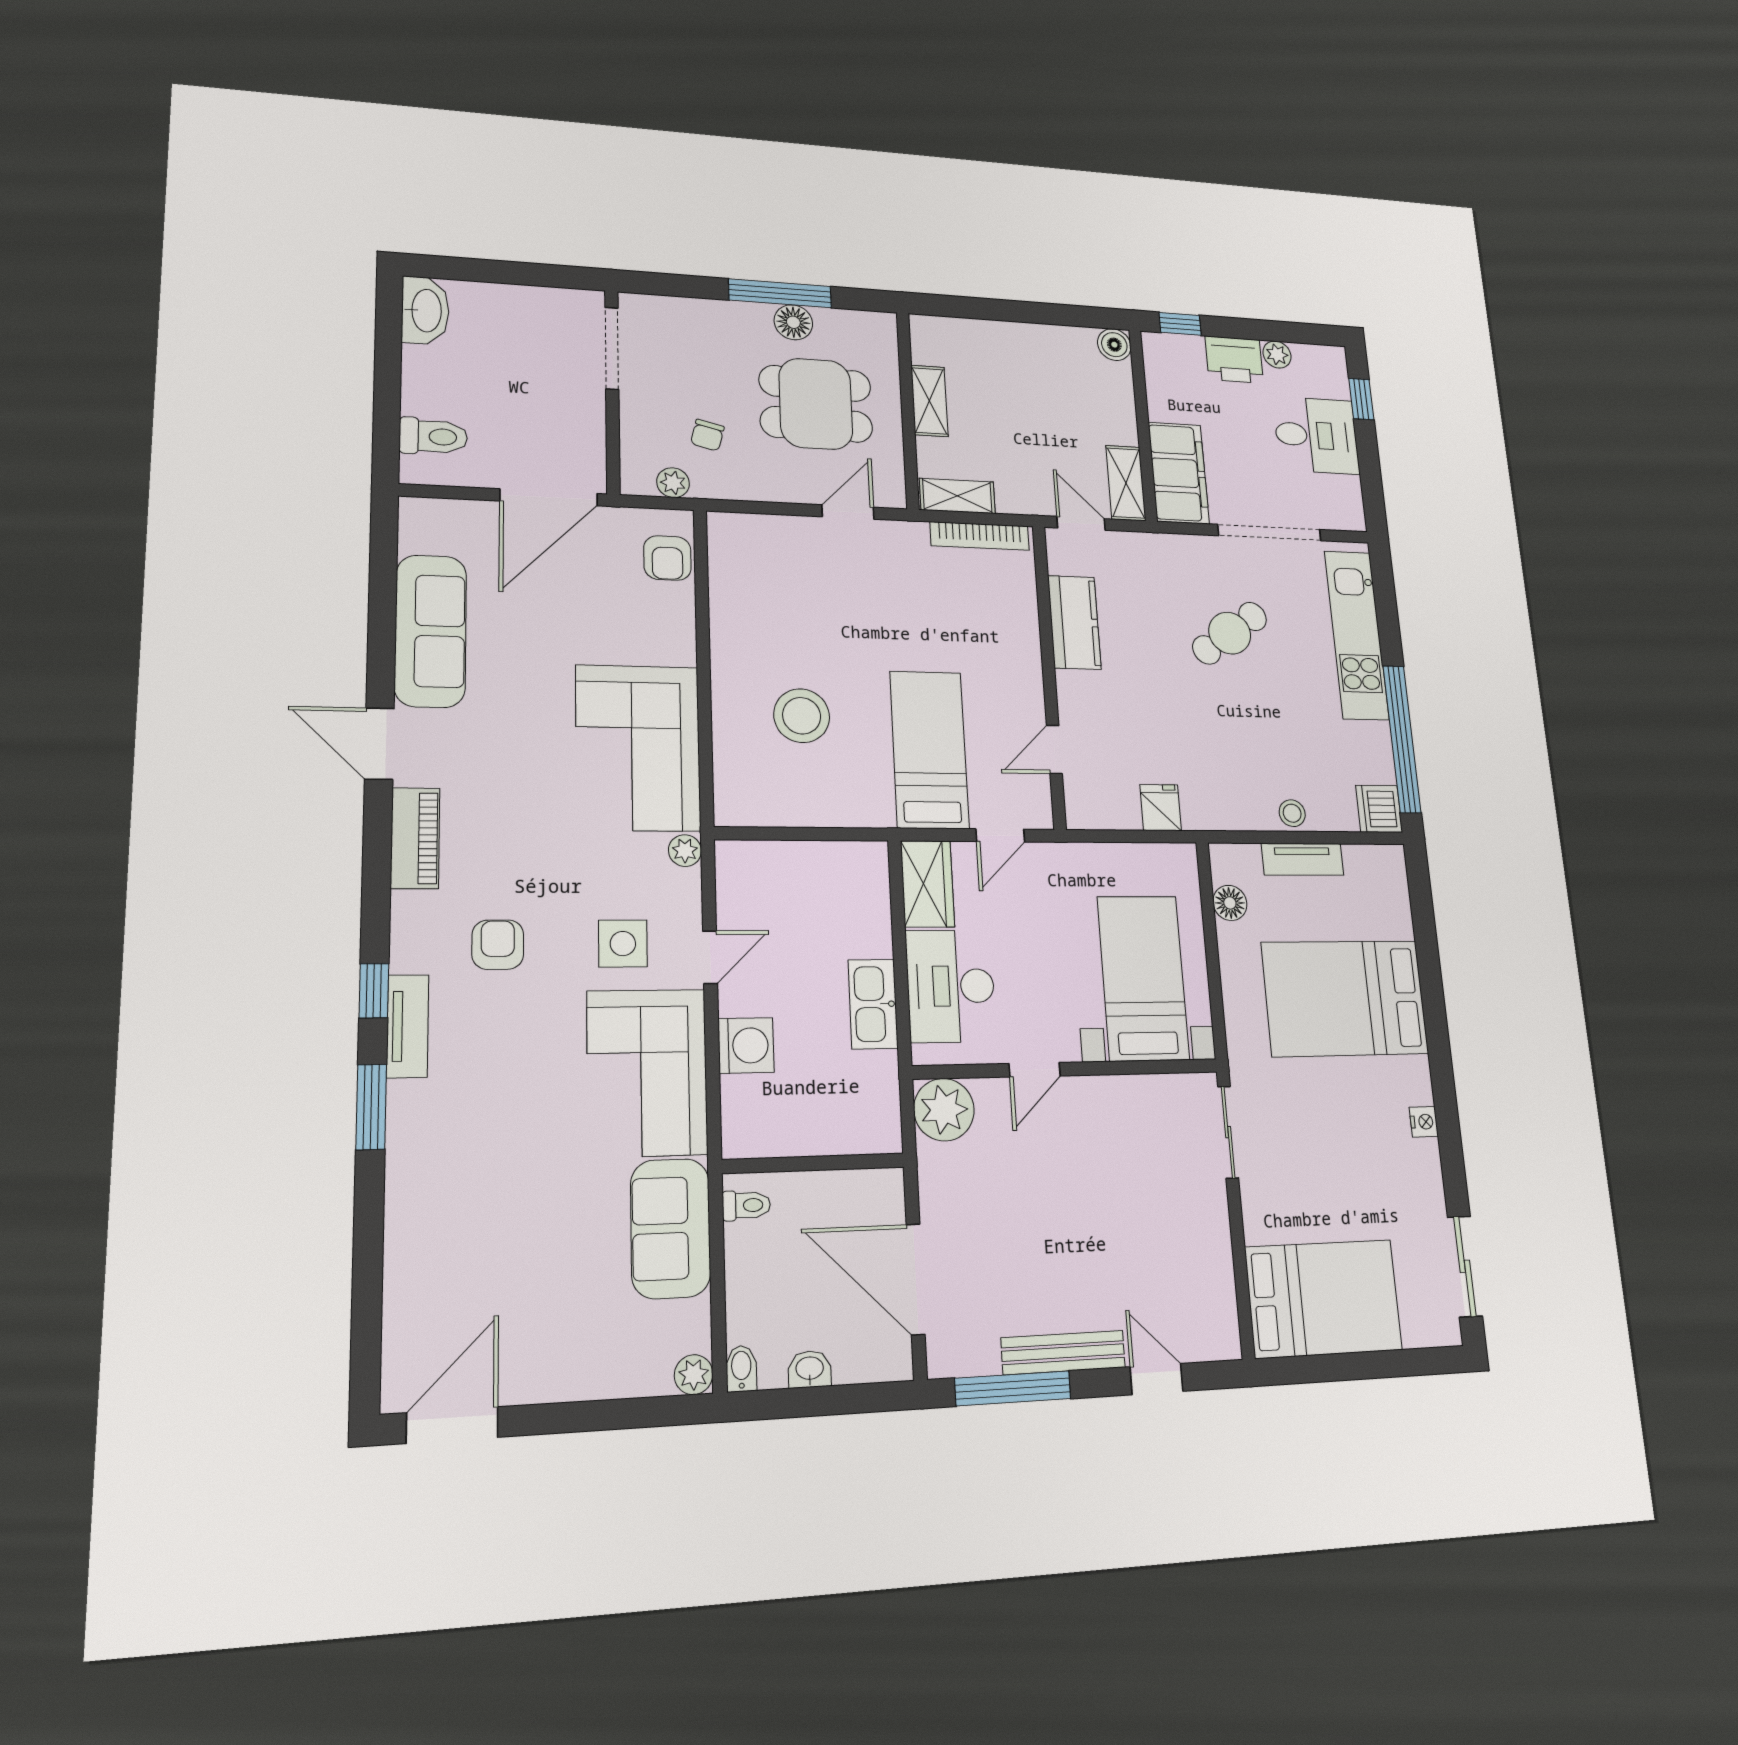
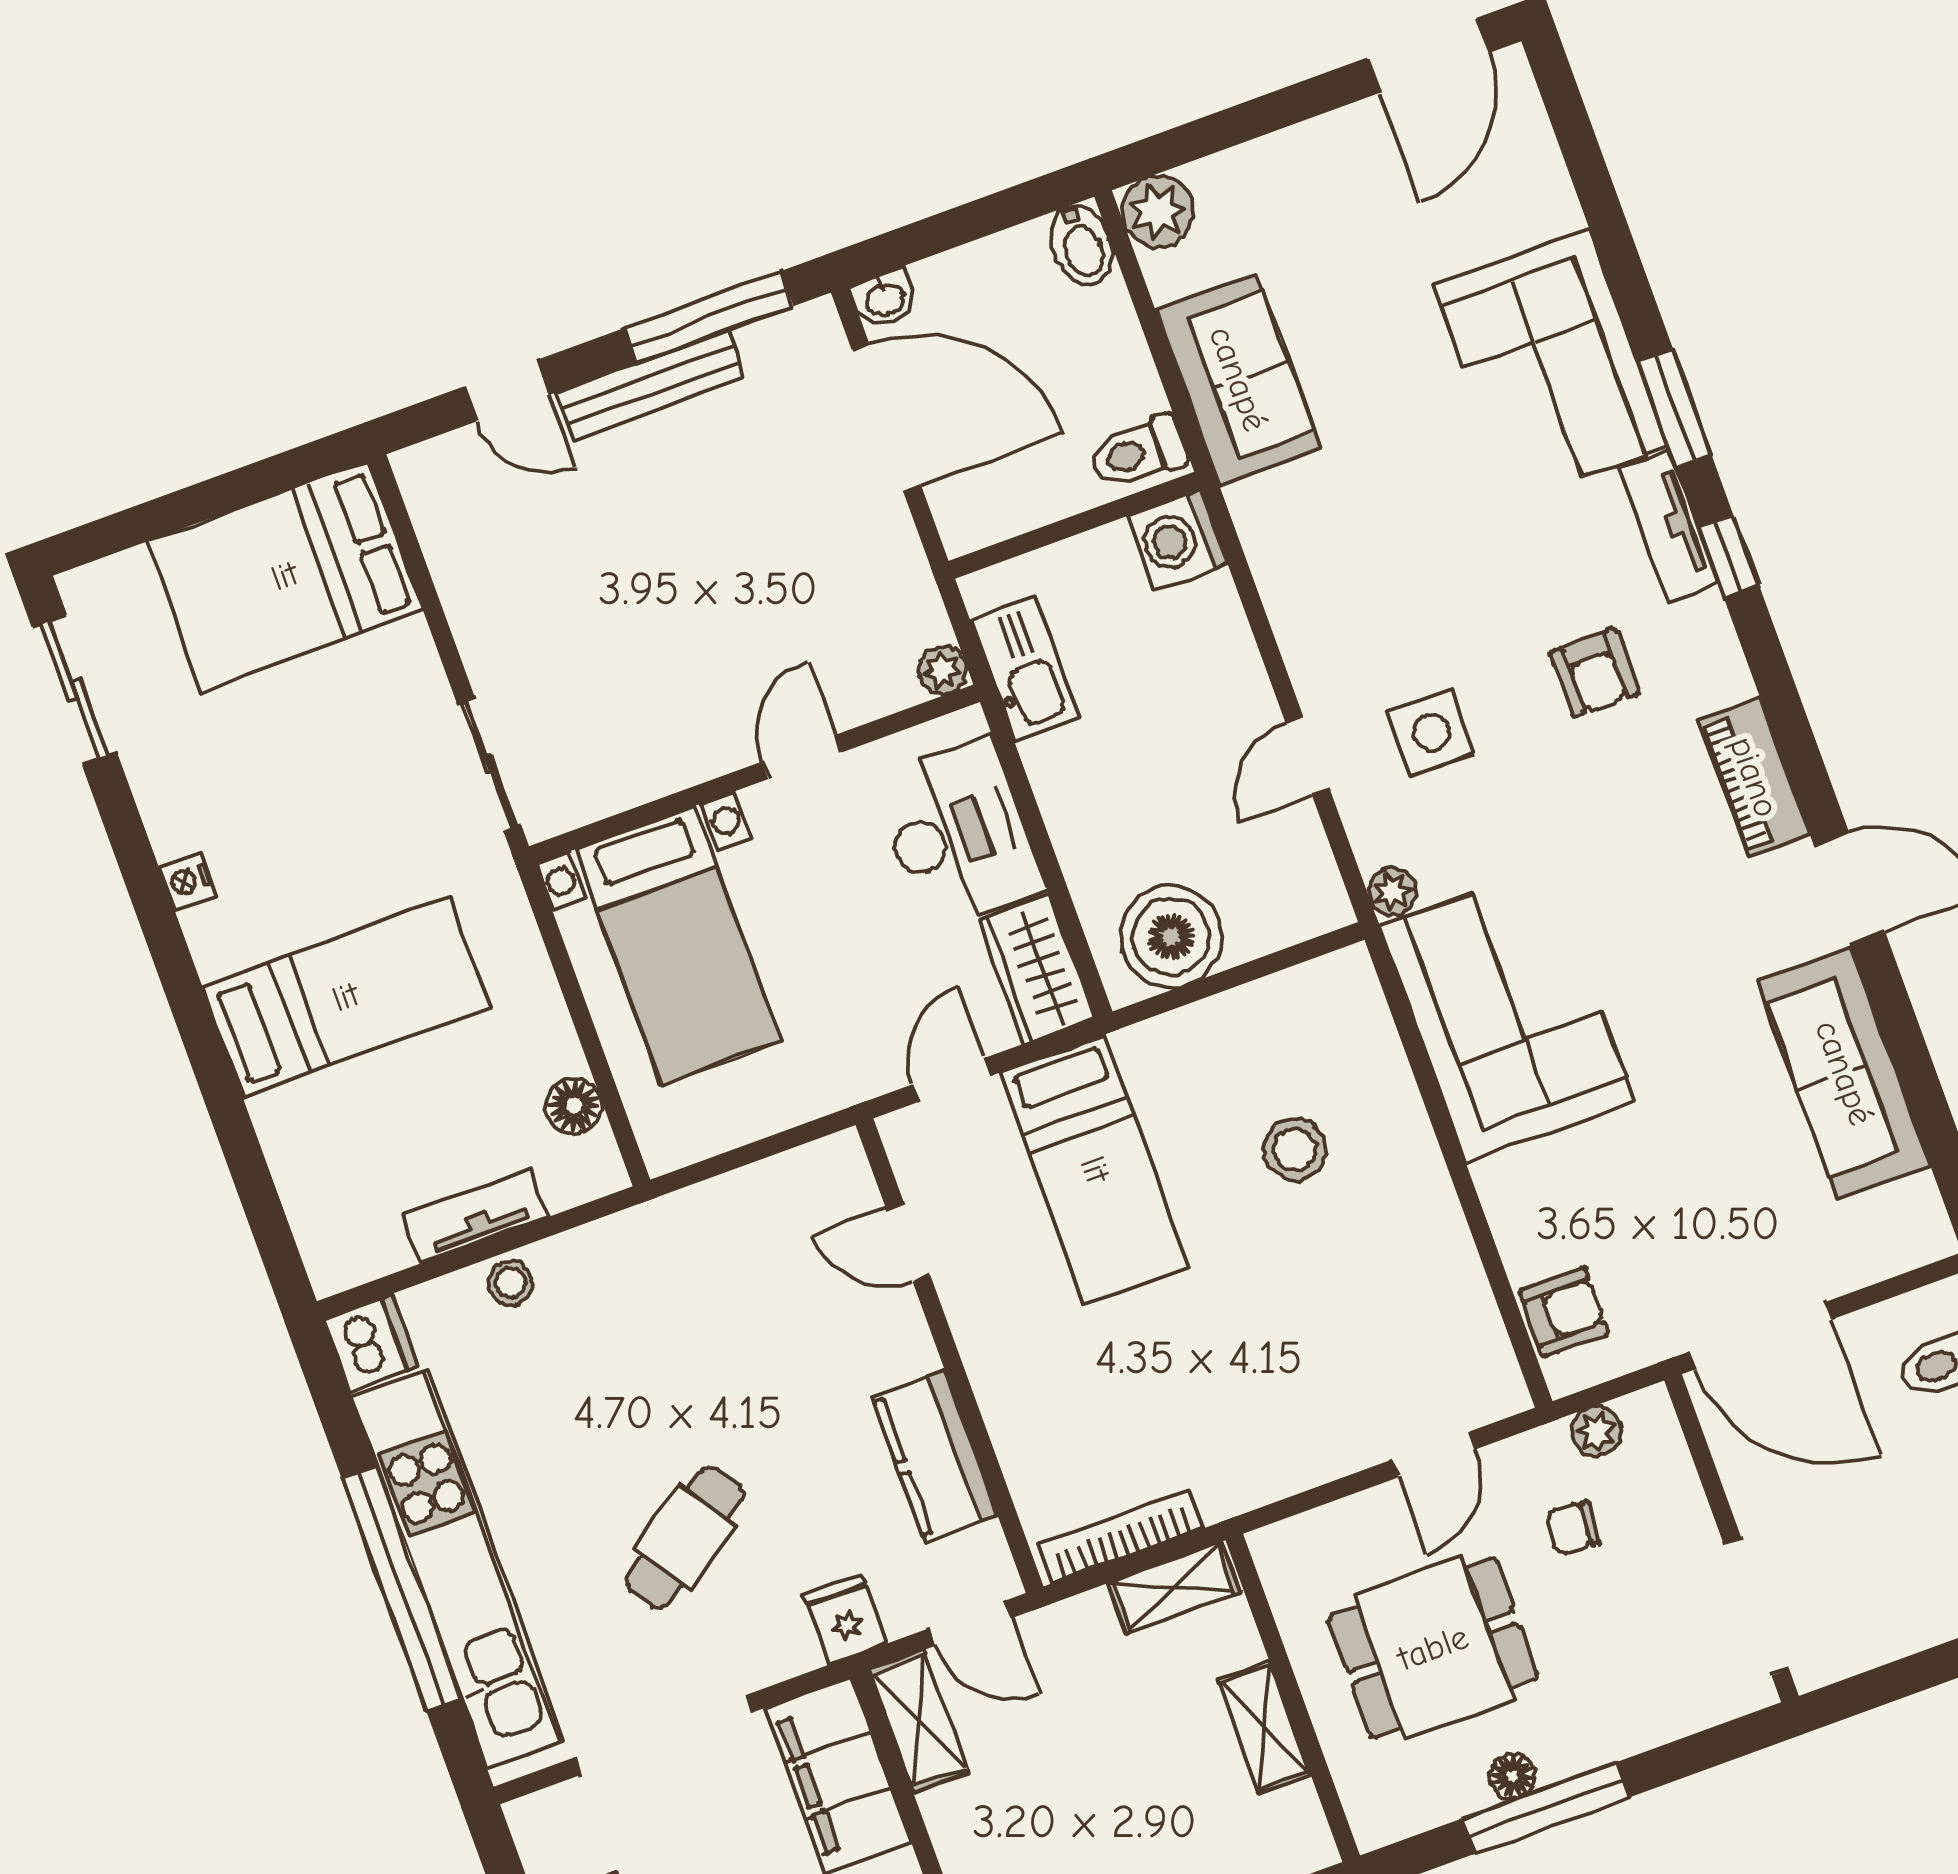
floor lamp: (793, 322) -> (1513, 1776), width x0.73, depth x0.73
chair: (707, 435) -> (1573, 1528), turned -99
door: (549, 497) -> (1760, 1336), swing flipped
door: (848, 512) -> (1434, 1454), moved
armchair: (667, 558) -> (1564, 1312), turned 90
kitchen unit: (1357, 635) -> (458, 1569), width x1.36
stool: (802, 716) -> (1295, 1149), width x0.73, depth x0.73
window: (1402, 739) -> (401, 1588), moved
door: (1054, 749) -> (908, 1242), swing flipped
fridge: (1161, 808) -> (845, 1619), moved, turned 180
boiler: (837, 874) -> (1171, 937), added
bed: (1345, 998) -> (346, 997), width x0.67
kitchen sink: (873, 1004) -> (1024, 669), moved
washing machine: (746, 1045) -> (1177, 539), moved
corner sofa: (647, 1073) -> (1551, 365), moved, turned 180
plant: (944, 1110) -> (943, 670), width x0.53, depth x0.53
toilet: (746, 1205) -> (1138, 452), width x1.37, depth x1.39
bidet: (741, 1369) -> (1082, 245), width x1.38, depth x1.36
washbasin: (810, 1369) -> (884, 299), moved
plant: (694, 1375) -> (1158, 212), width x1.38, depth x1.38

